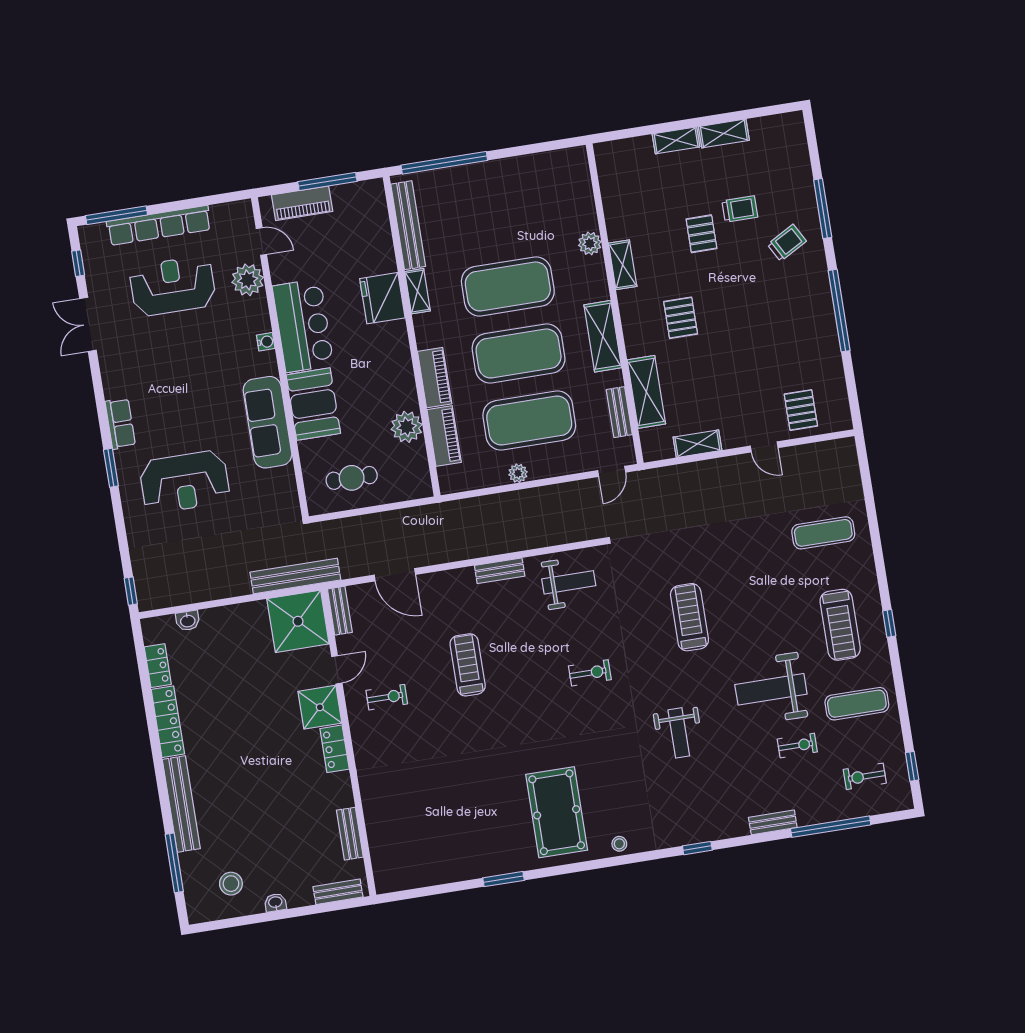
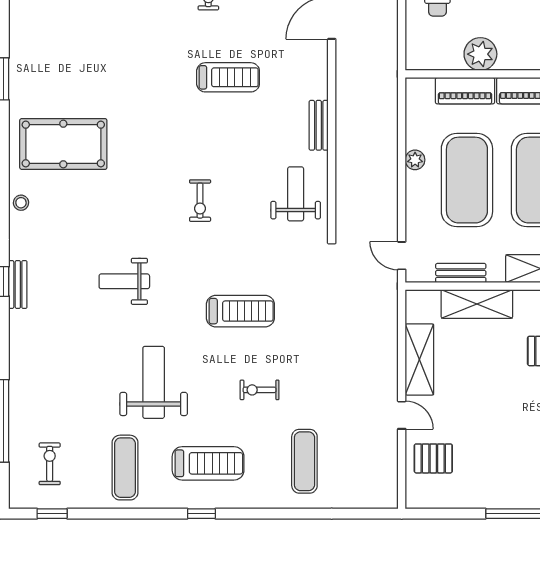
shelving: (697, 444) -> (419, 359), width x1.50, depth x1.33
door: (764, 447) -> (402, 415), swing flipped
weight bench: (569, 582) -> (296, 194), turned 180
treadmill: (840, 625) -> (208, 463), turned 180
exercise bike: (797, 745) -> (259, 390), moved, turned 90
bench: (773, 822) -> (18, 284), moved

